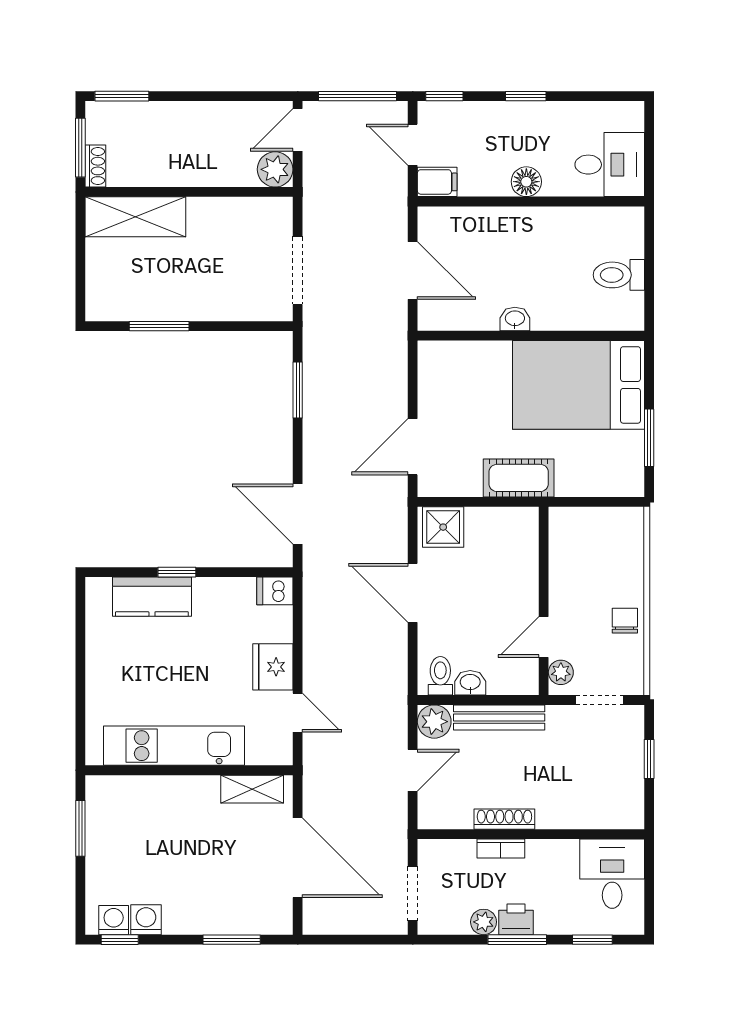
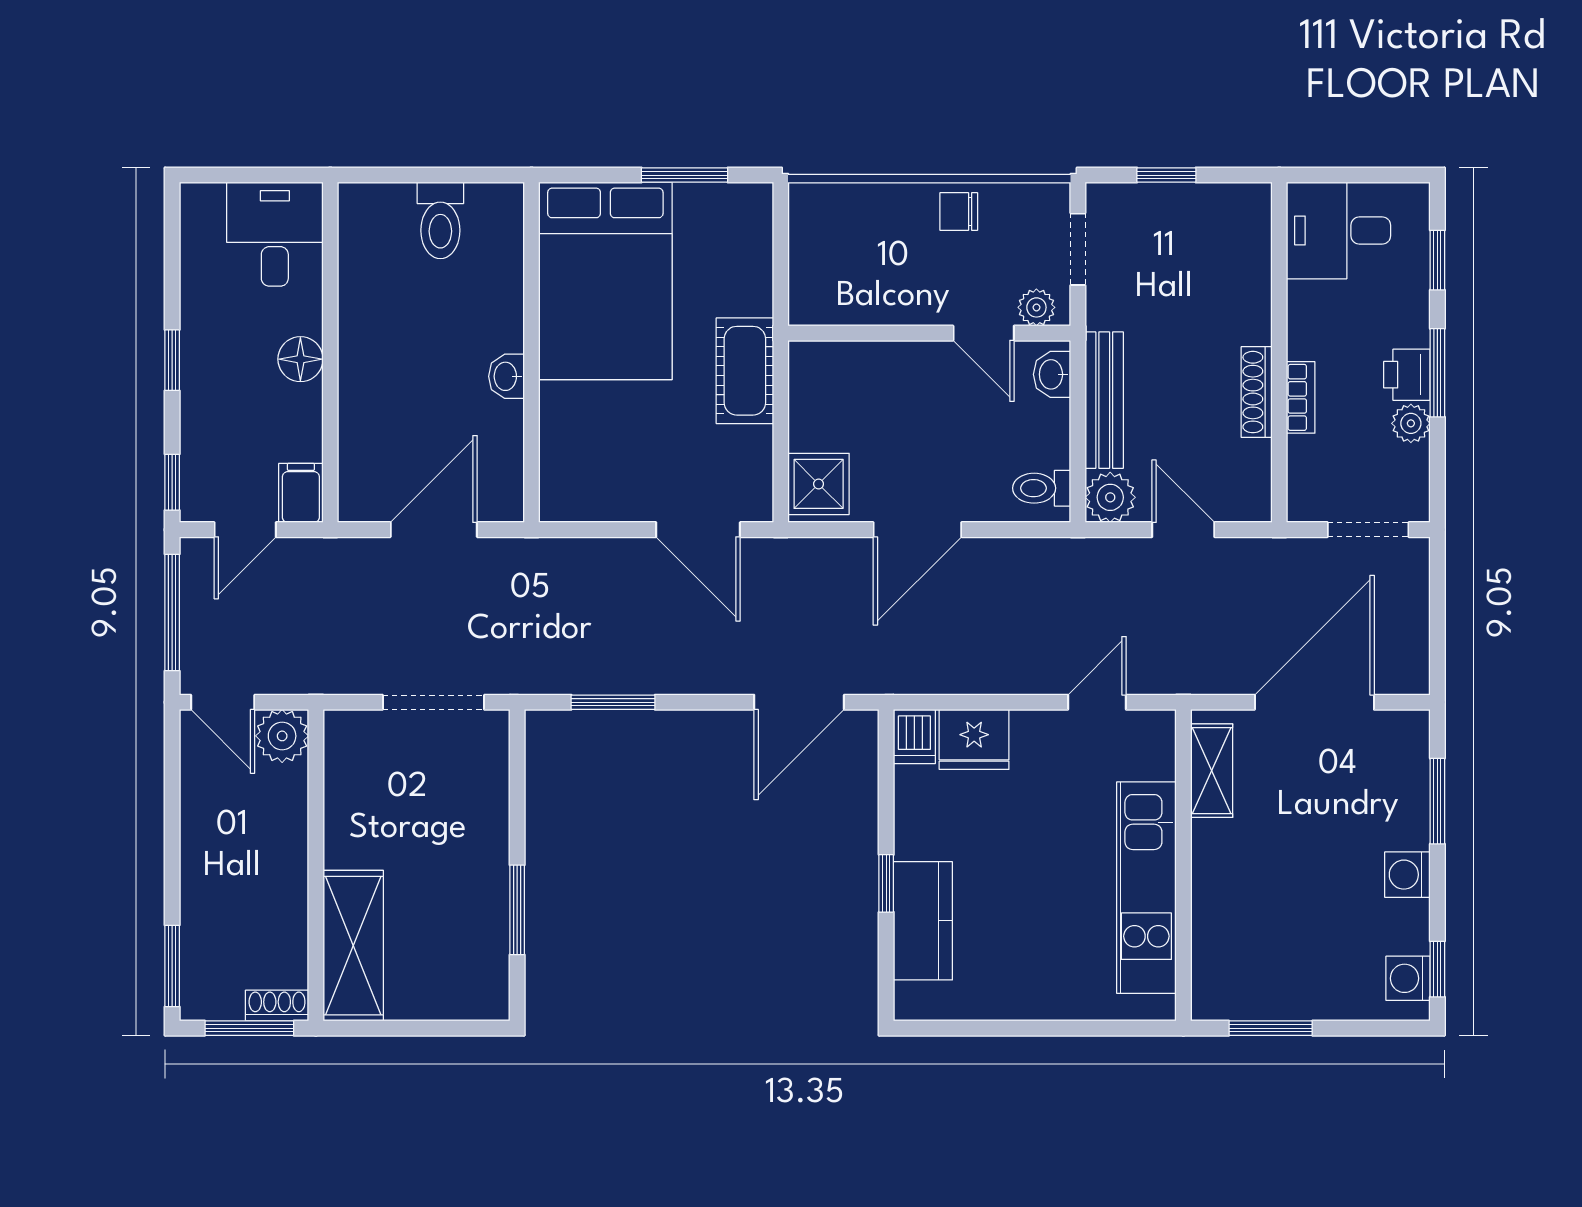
fridge: (273, 667) -> (974, 739), moved
washbasin: (470, 683) -> (1052, 374), moved
washing machine: (146, 920) -> (1407, 875), moved

